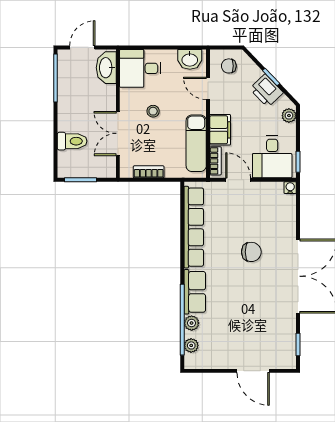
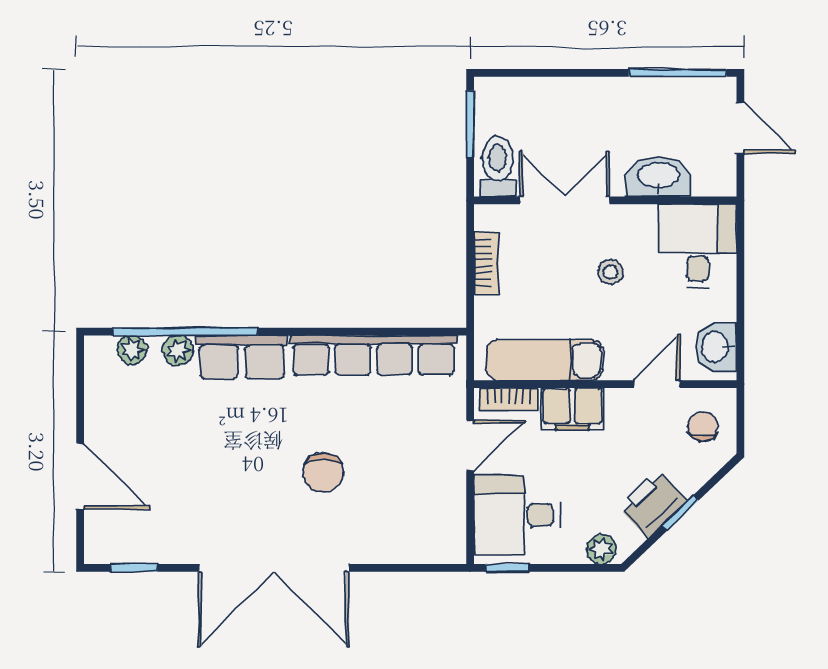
washbasin: (106, 68) -> (658, 177), moved
toilet: (72, 141) -> (498, 166), moved, turned 180
water cooler: (290, 188) -> (454, 552), removed
door: (253, 371) -> (80, 476), swing flipped

